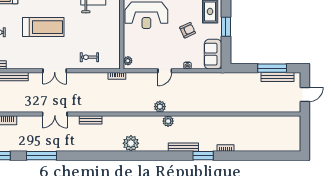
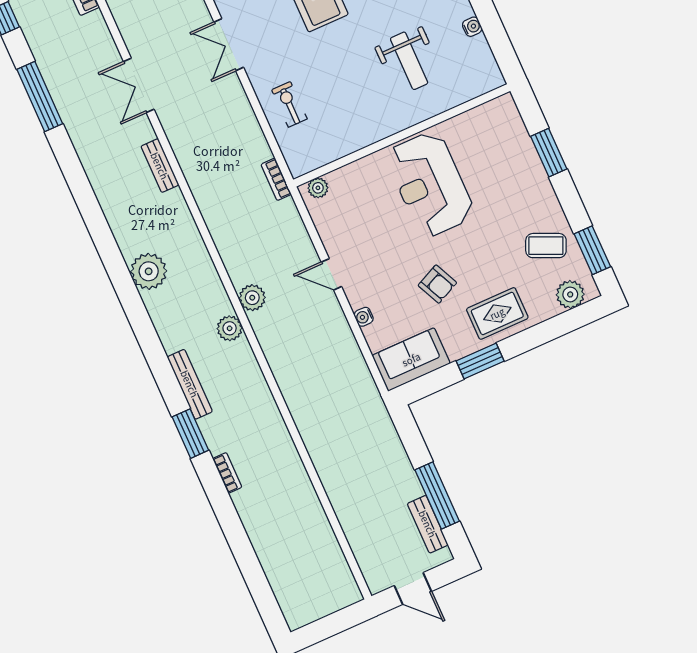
bench: (277, 77) -> (428, 524), width x0.73

